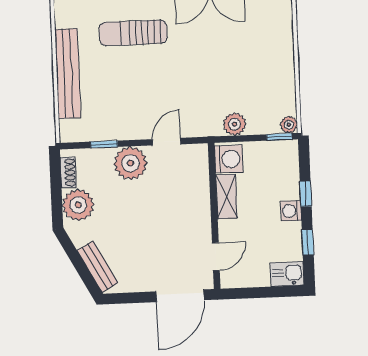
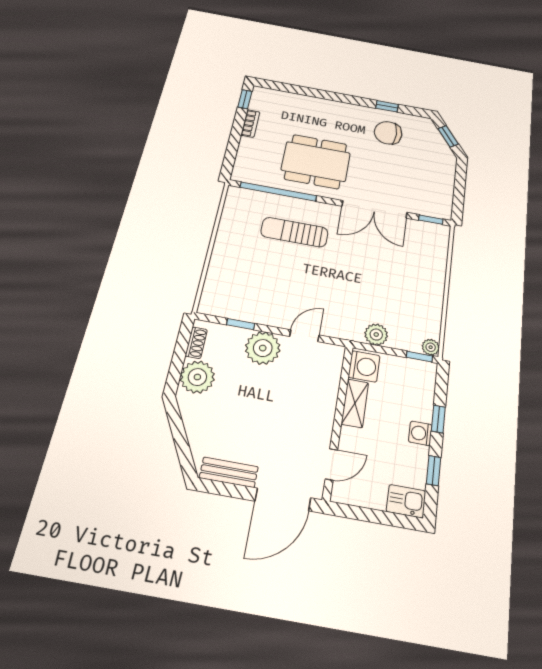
bench: (68, 73) -> (223, 253), removed
bench: (98, 267) -> (229, 472), moved, turned -62

